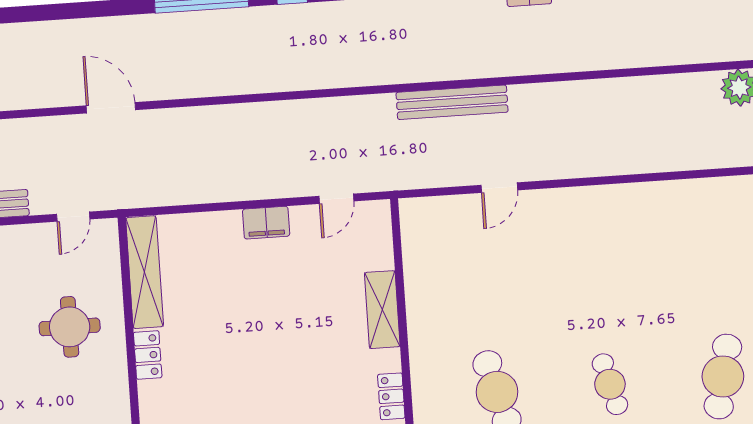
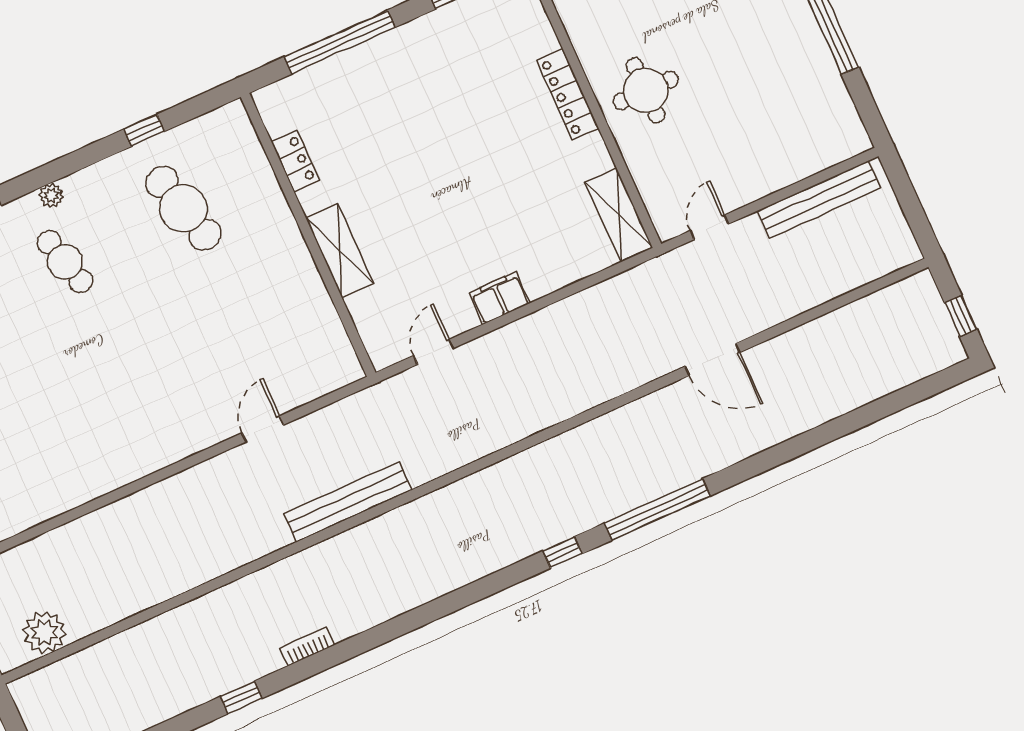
shelving: (145, 272) -> (619, 215), width x0.68
round table: (70, 327) -> (646, 90), moved
locker: (148, 355) -> (568, 94), width x1.53

